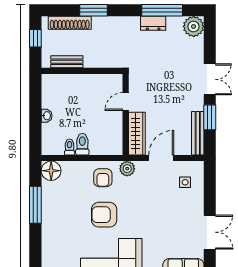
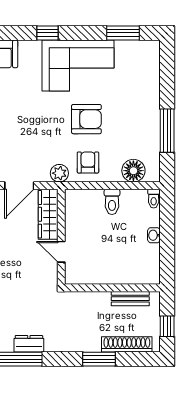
door: (126, 102) -> (61, 252), swing flipped
toilet: (70, 147) -> (154, 199), moved
floor lamp: (51, 171) -> (133, 171), moved

